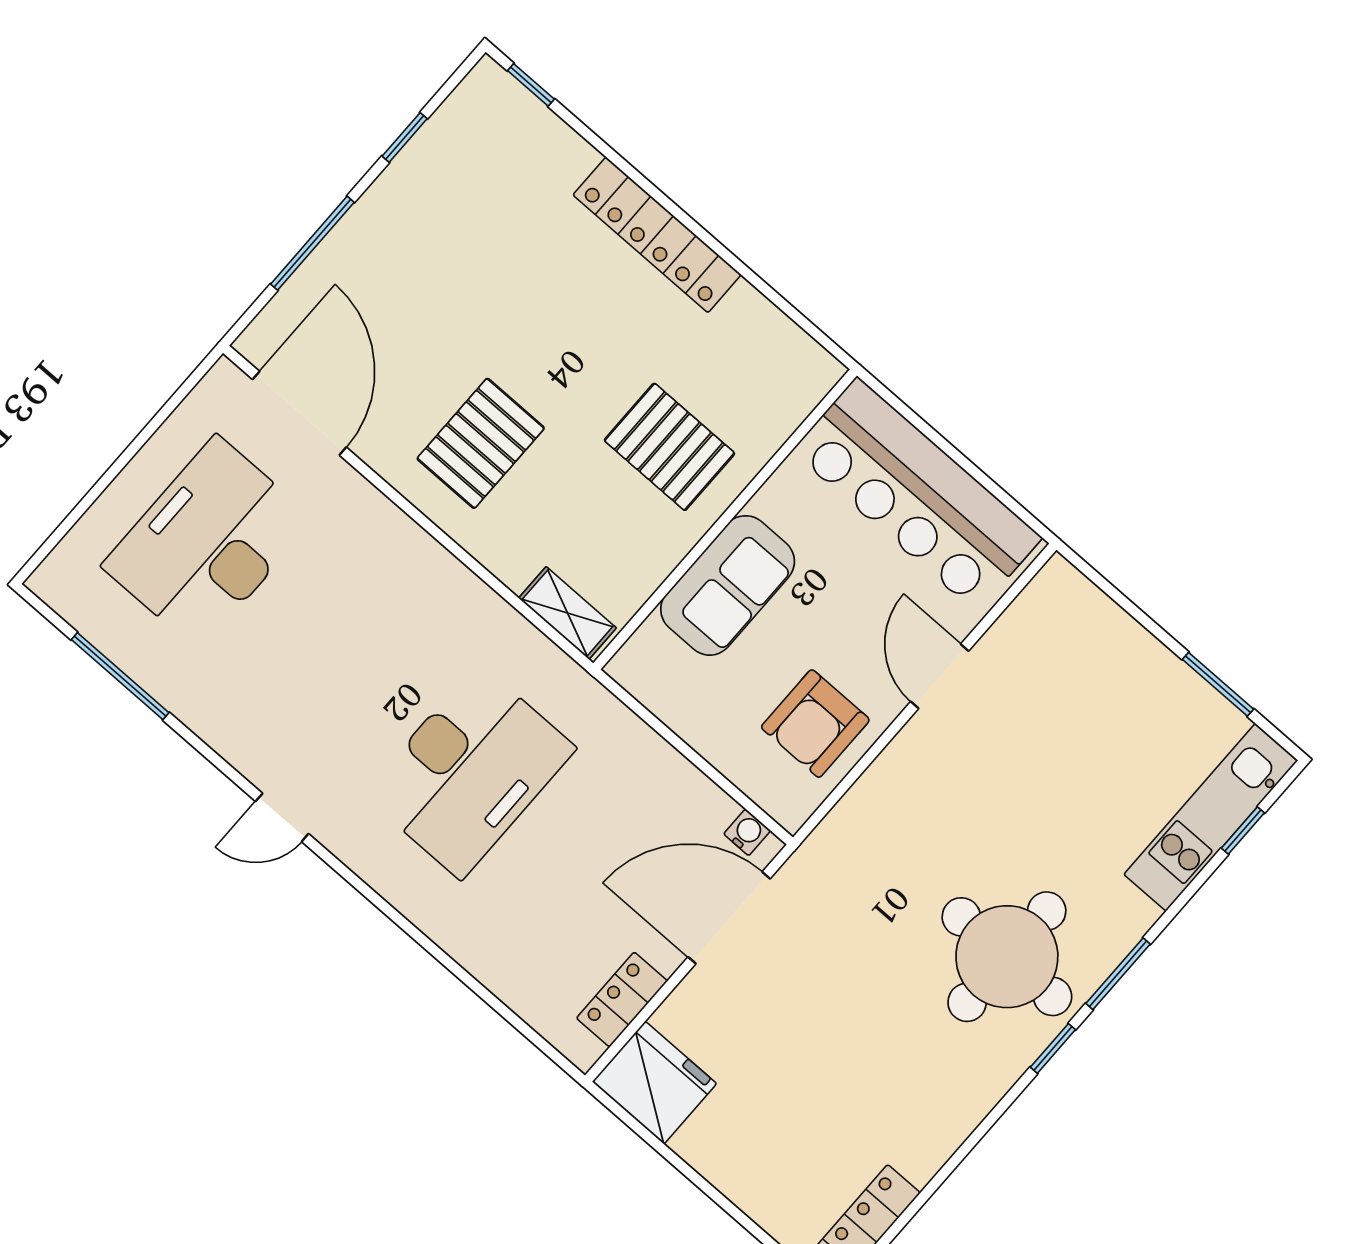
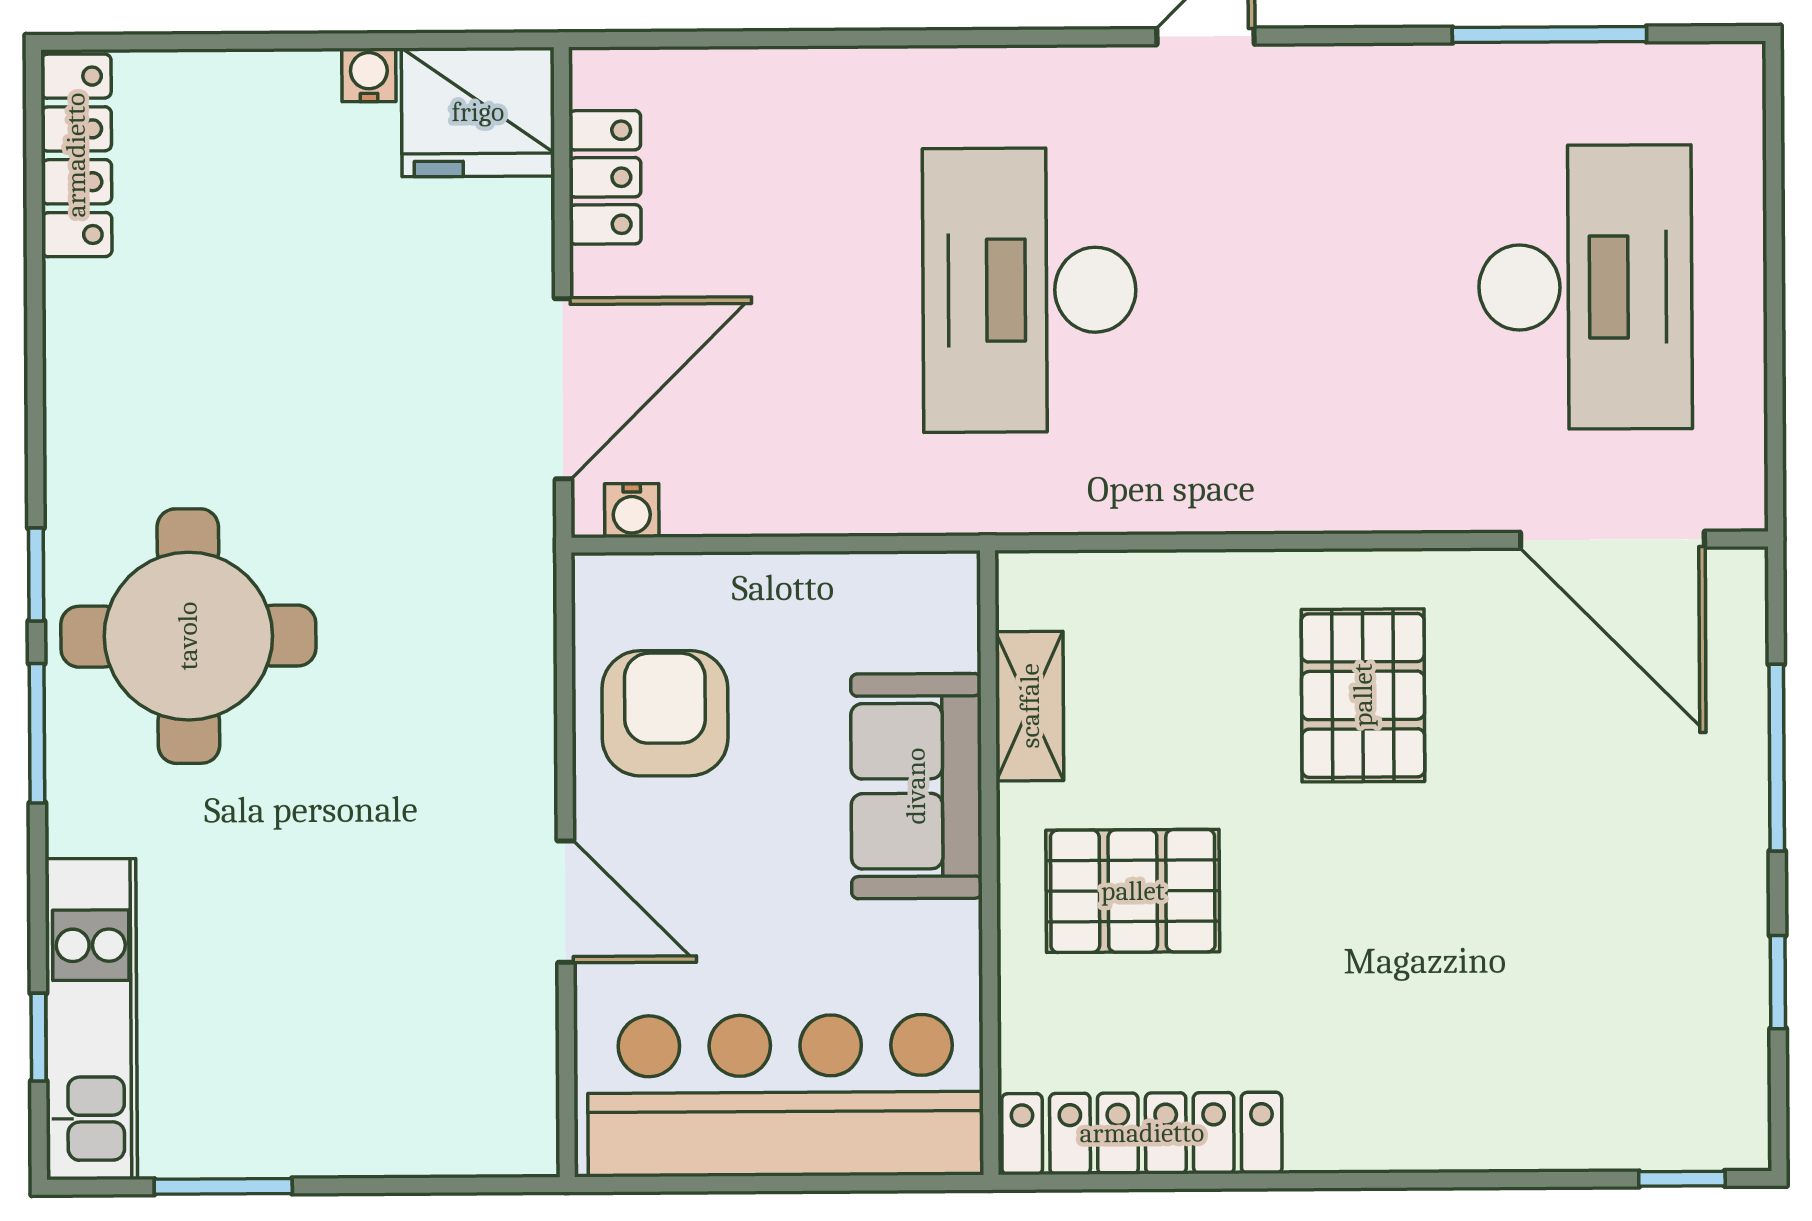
locker: (657, 235) -> (1142, 1133), moved
shelving: (567, 613) -> (1030, 706), moved, turned 90
water cooler: (690, 1145) -> (369, 75), added

